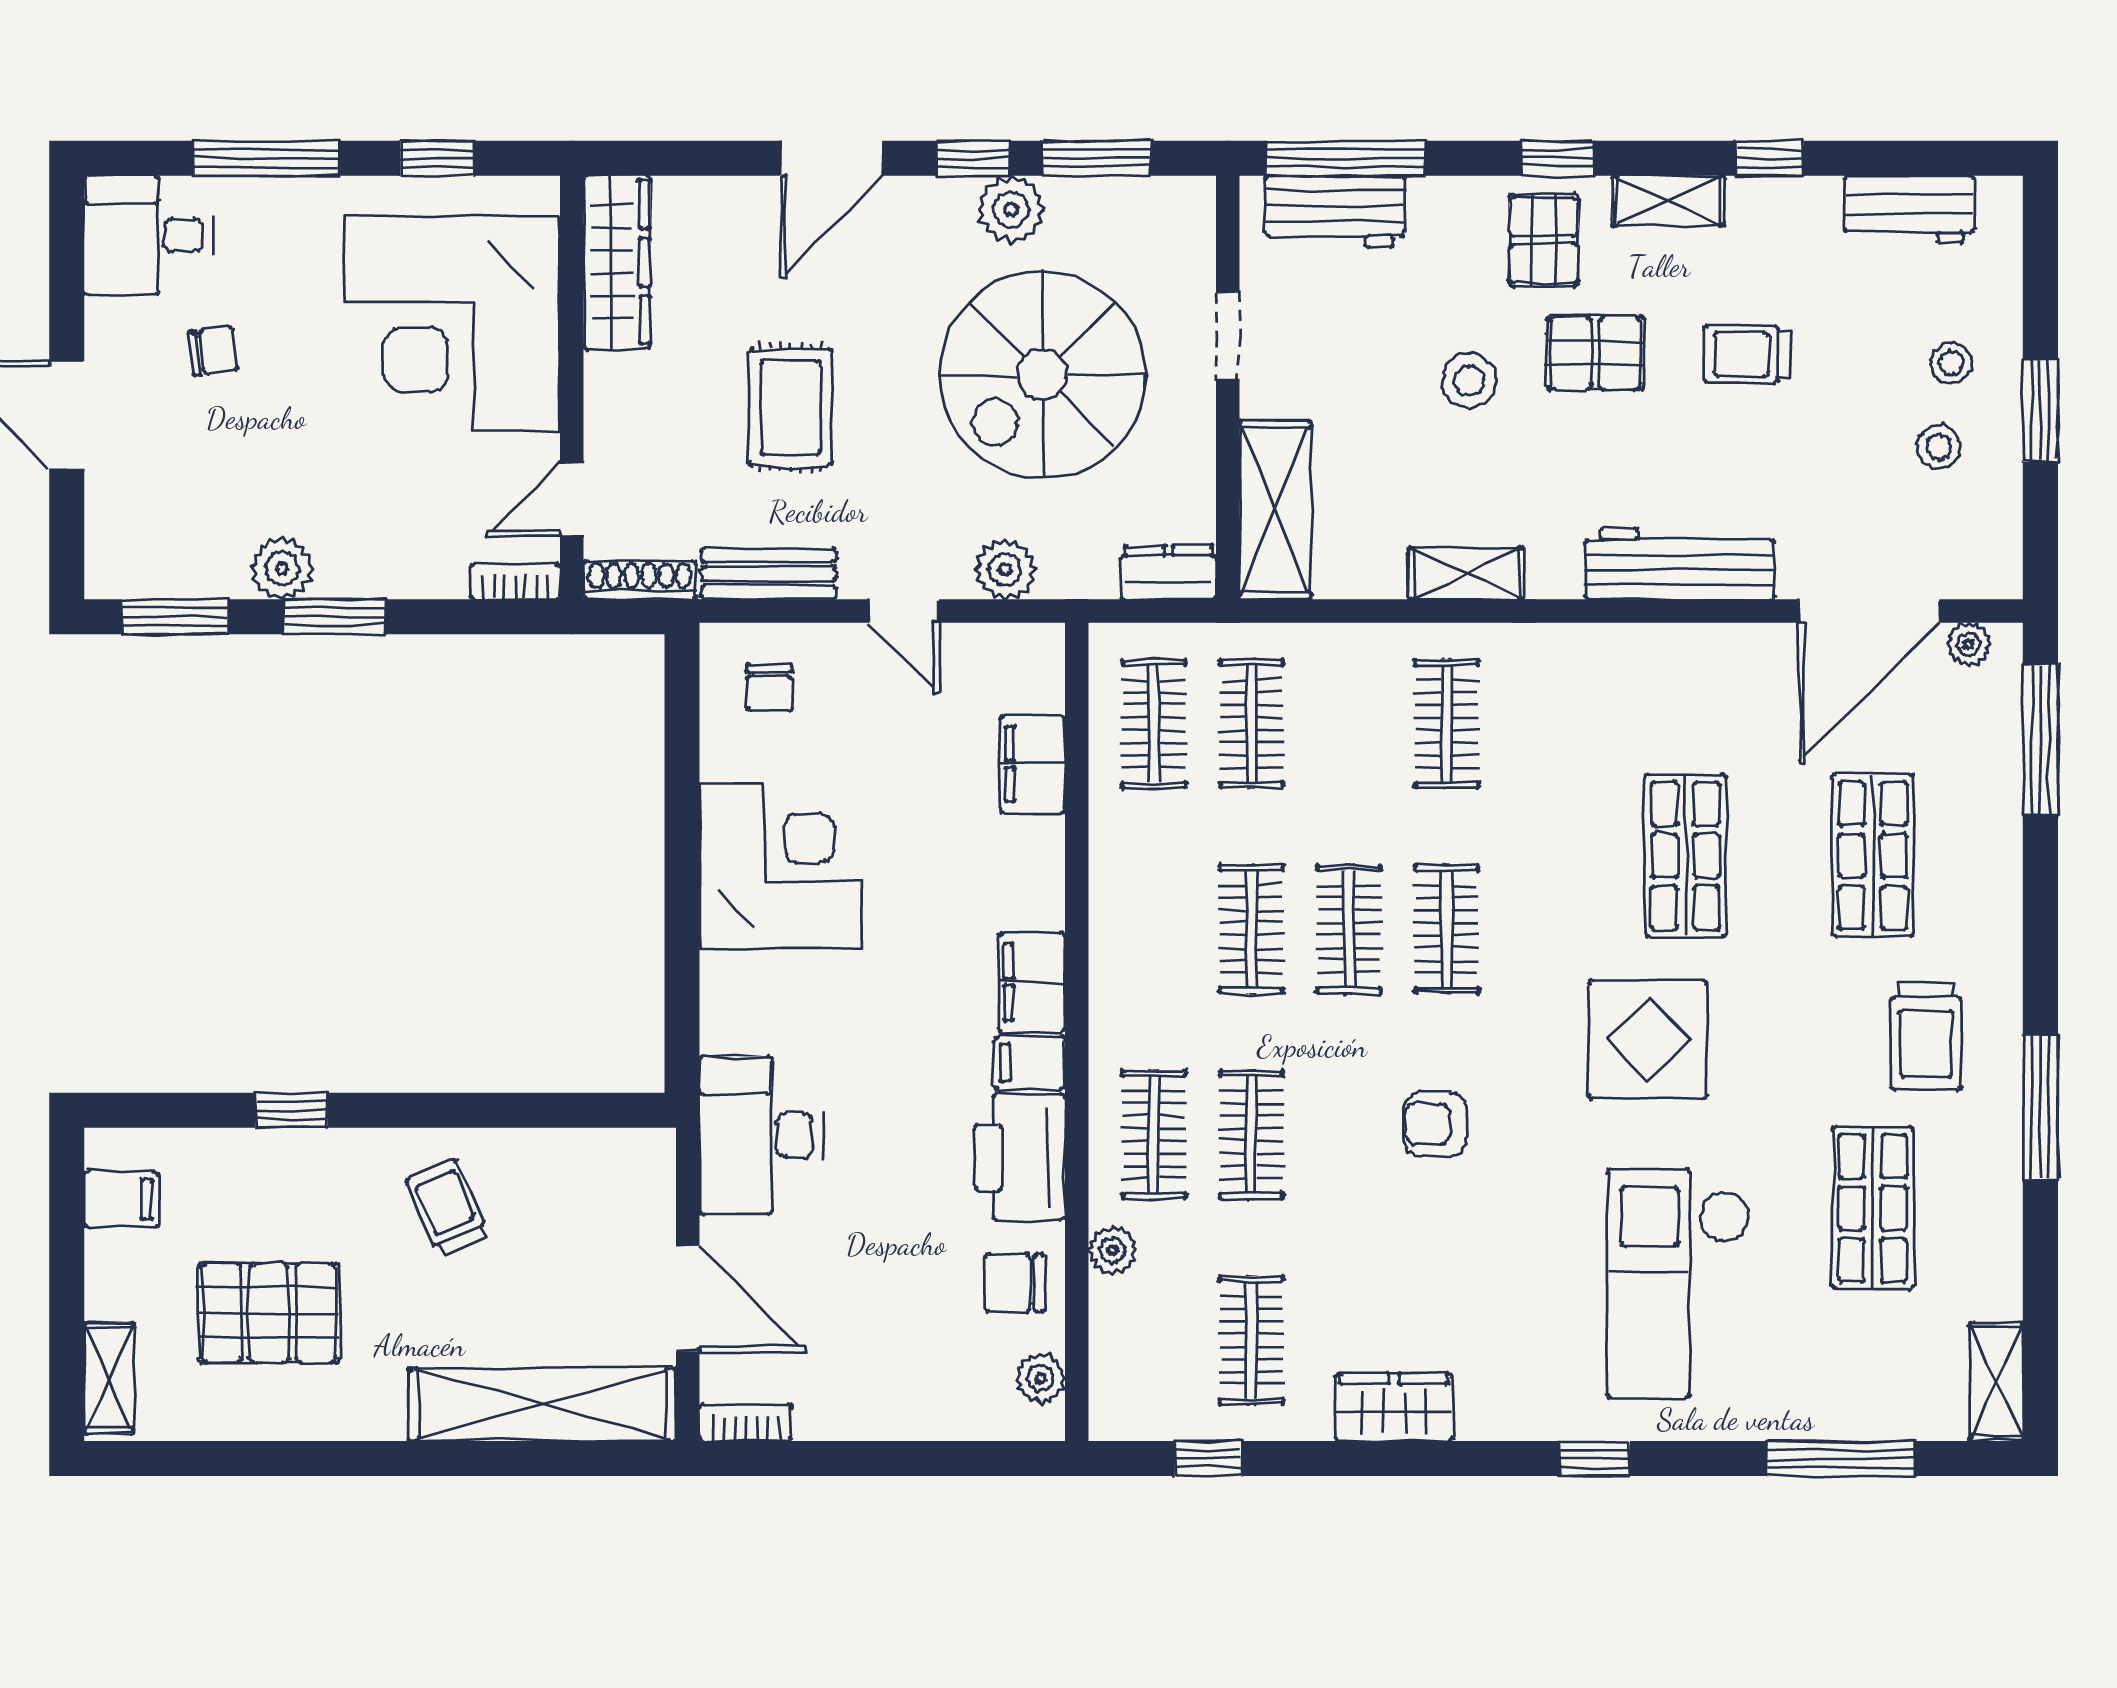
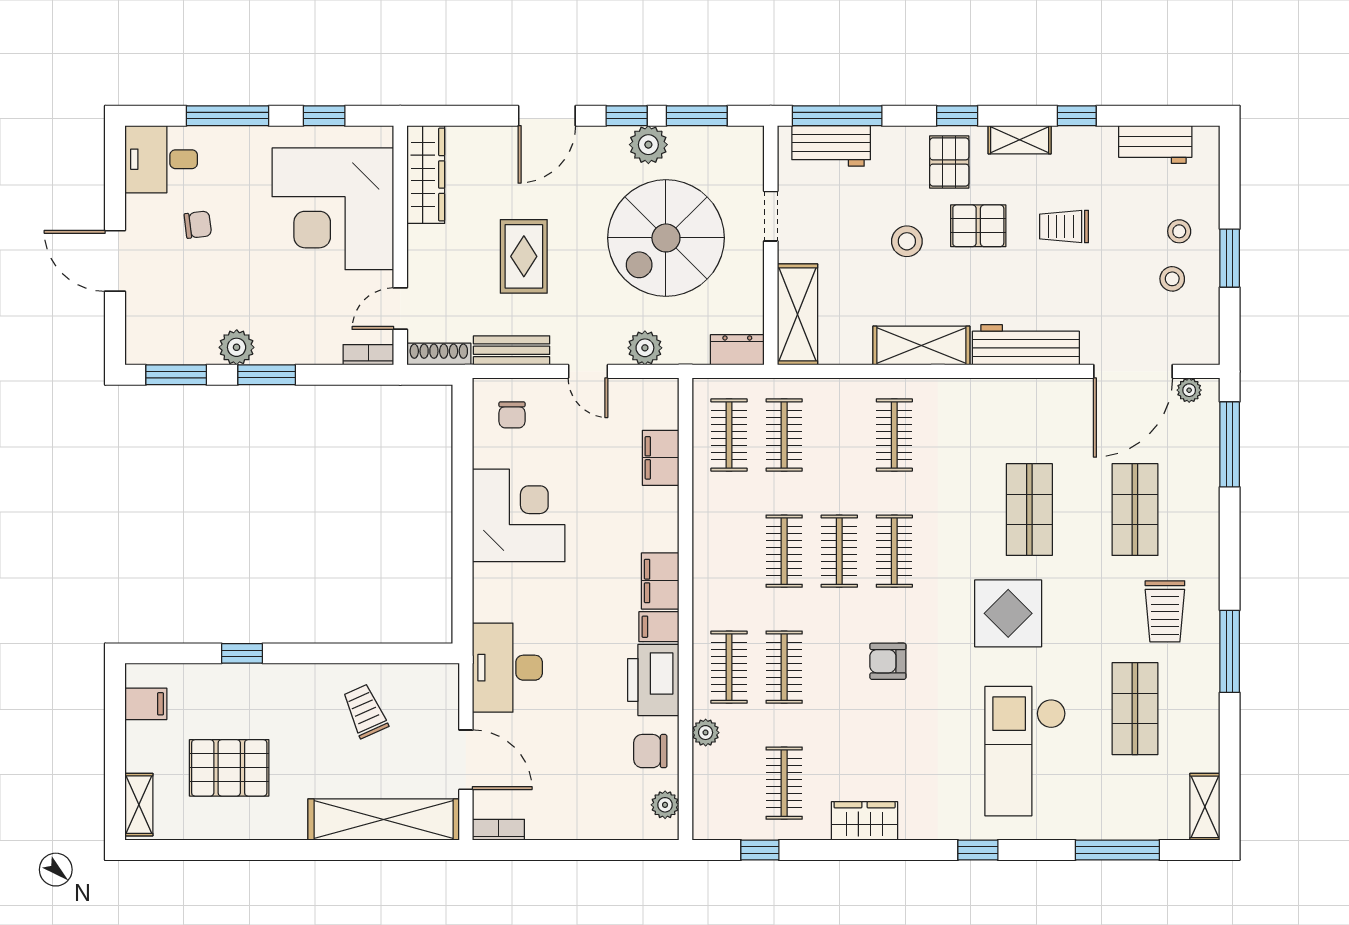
shelving: (1466, 574) -> (921, 345), width x1.50, depth x1.33
trolley: (447, 1207) -> (365, 711), moved

